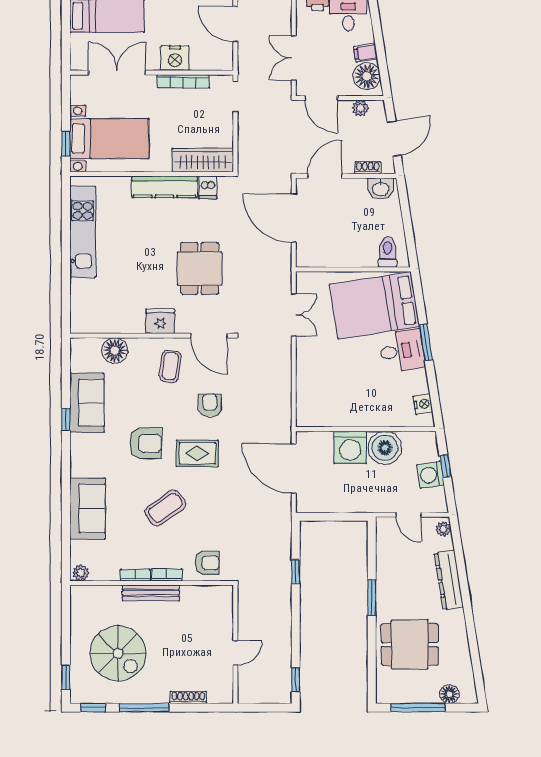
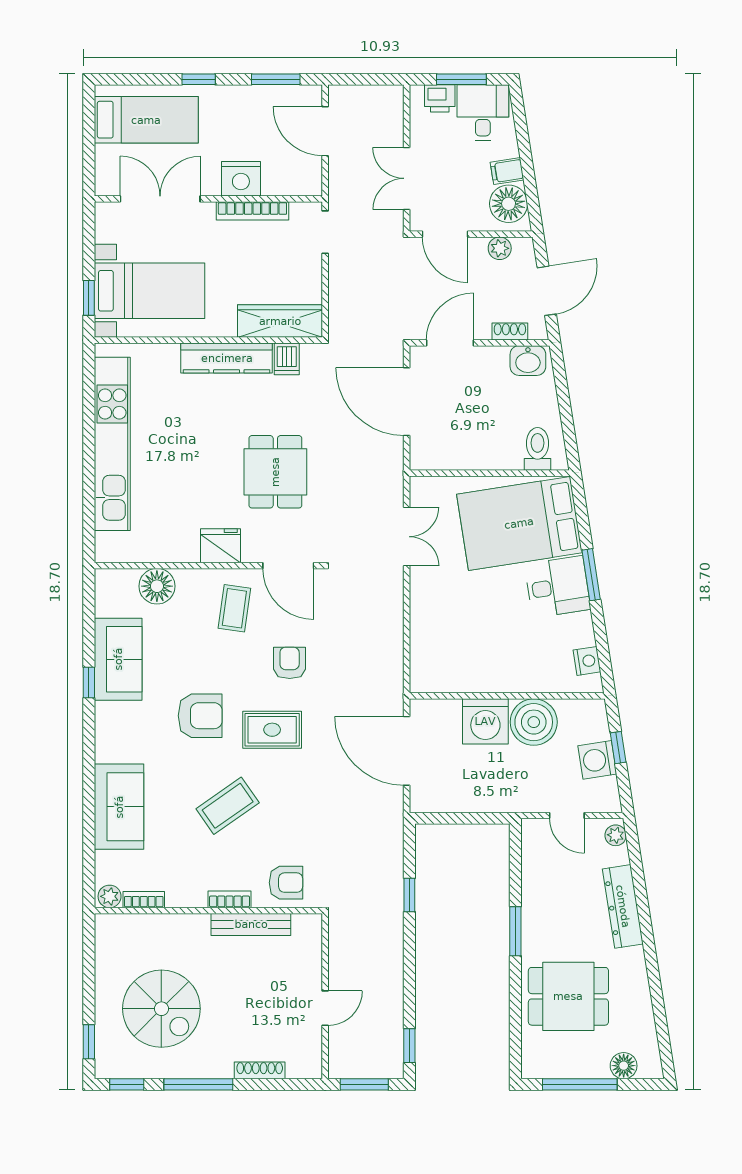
kitchen unit: (83, 232) -> (112, 444), width x1.36
bookcase: (135, 575) -> (144, 900), moved
bench: (151, 593) -> (251, 924), moved
window: (263, 708) -> (364, 1084), added

